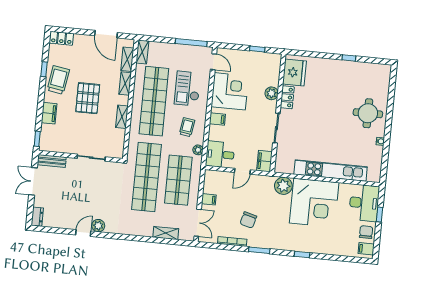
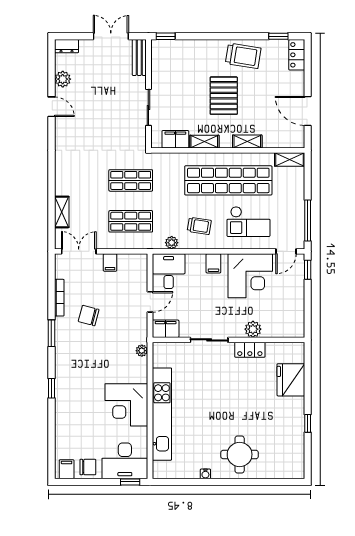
door: (106, 34) -> (308, 111), hinge flipped
window: (257, 49) -> (308, 270), moved
shelving: (127, 59) -> (278, 141), removed
window: (44, 69) -> (278, 36), moved
fridge: (295, 72) -> (291, 380), moved, turned 90
checkout: (187, 89) -> (249, 222), turned 180
pallet: (88, 98) -> (224, 96), turned 90
filing cabinet: (49, 113) -> (175, 139), moved, turned 180
door: (242, 171) -> (150, 302), swing flipped
shop shelf: (147, 177) -> (131, 180), width x0.50, depth x0.74
shop shelf: (178, 180) -> (131, 221), width x0.70, depth x0.74
plant: (283, 186) -> (142, 351), width x0.53, depth x0.53
corner desk: (314, 203) -> (126, 405), width x0.74, depth x0.74
window: (379, 215) -> (130, 482), moved
double door: (198, 223) -> (79, 251), swing flipped
plant: (98, 226) -> (63, 79), moved

